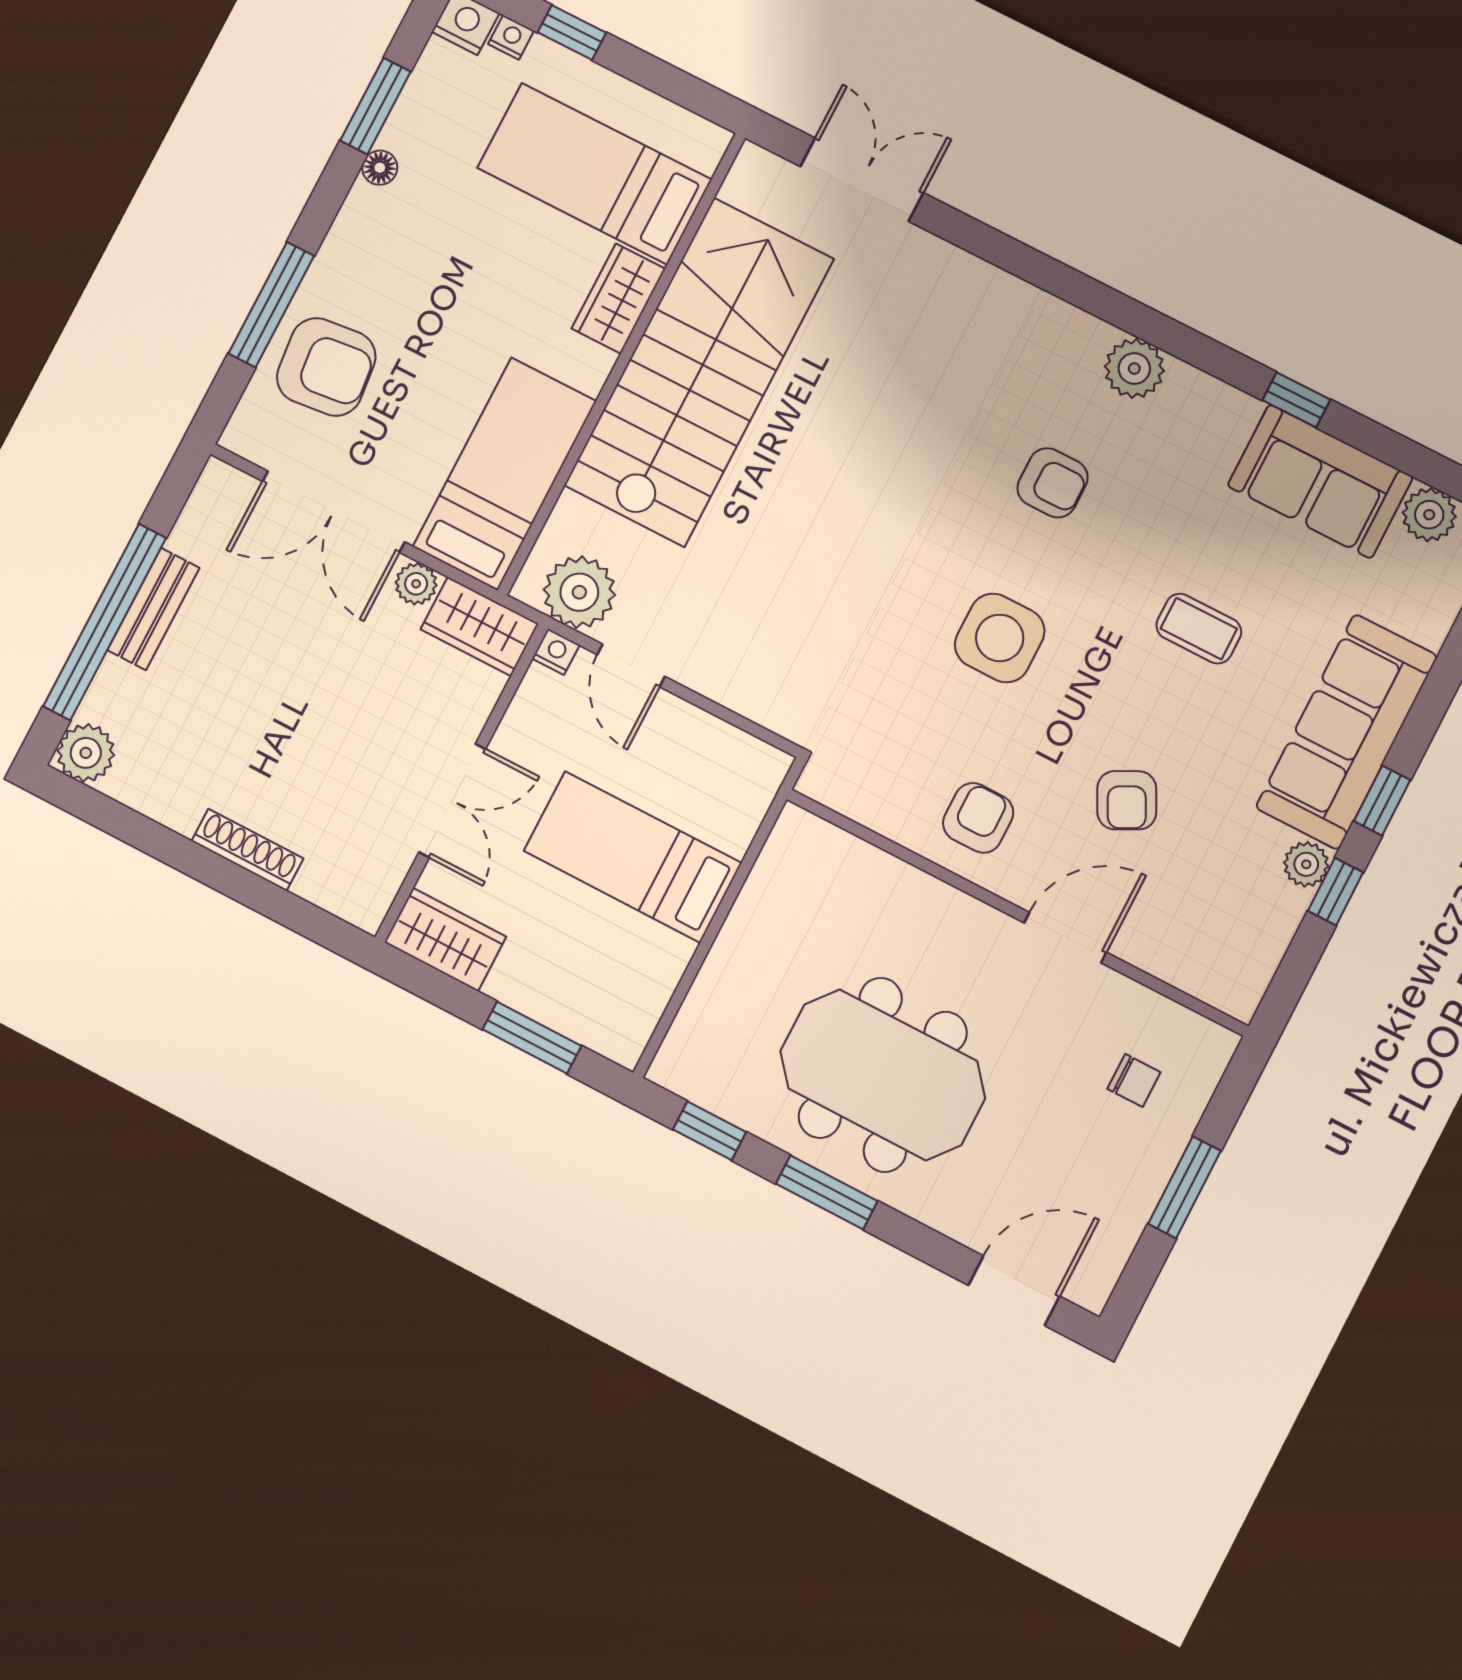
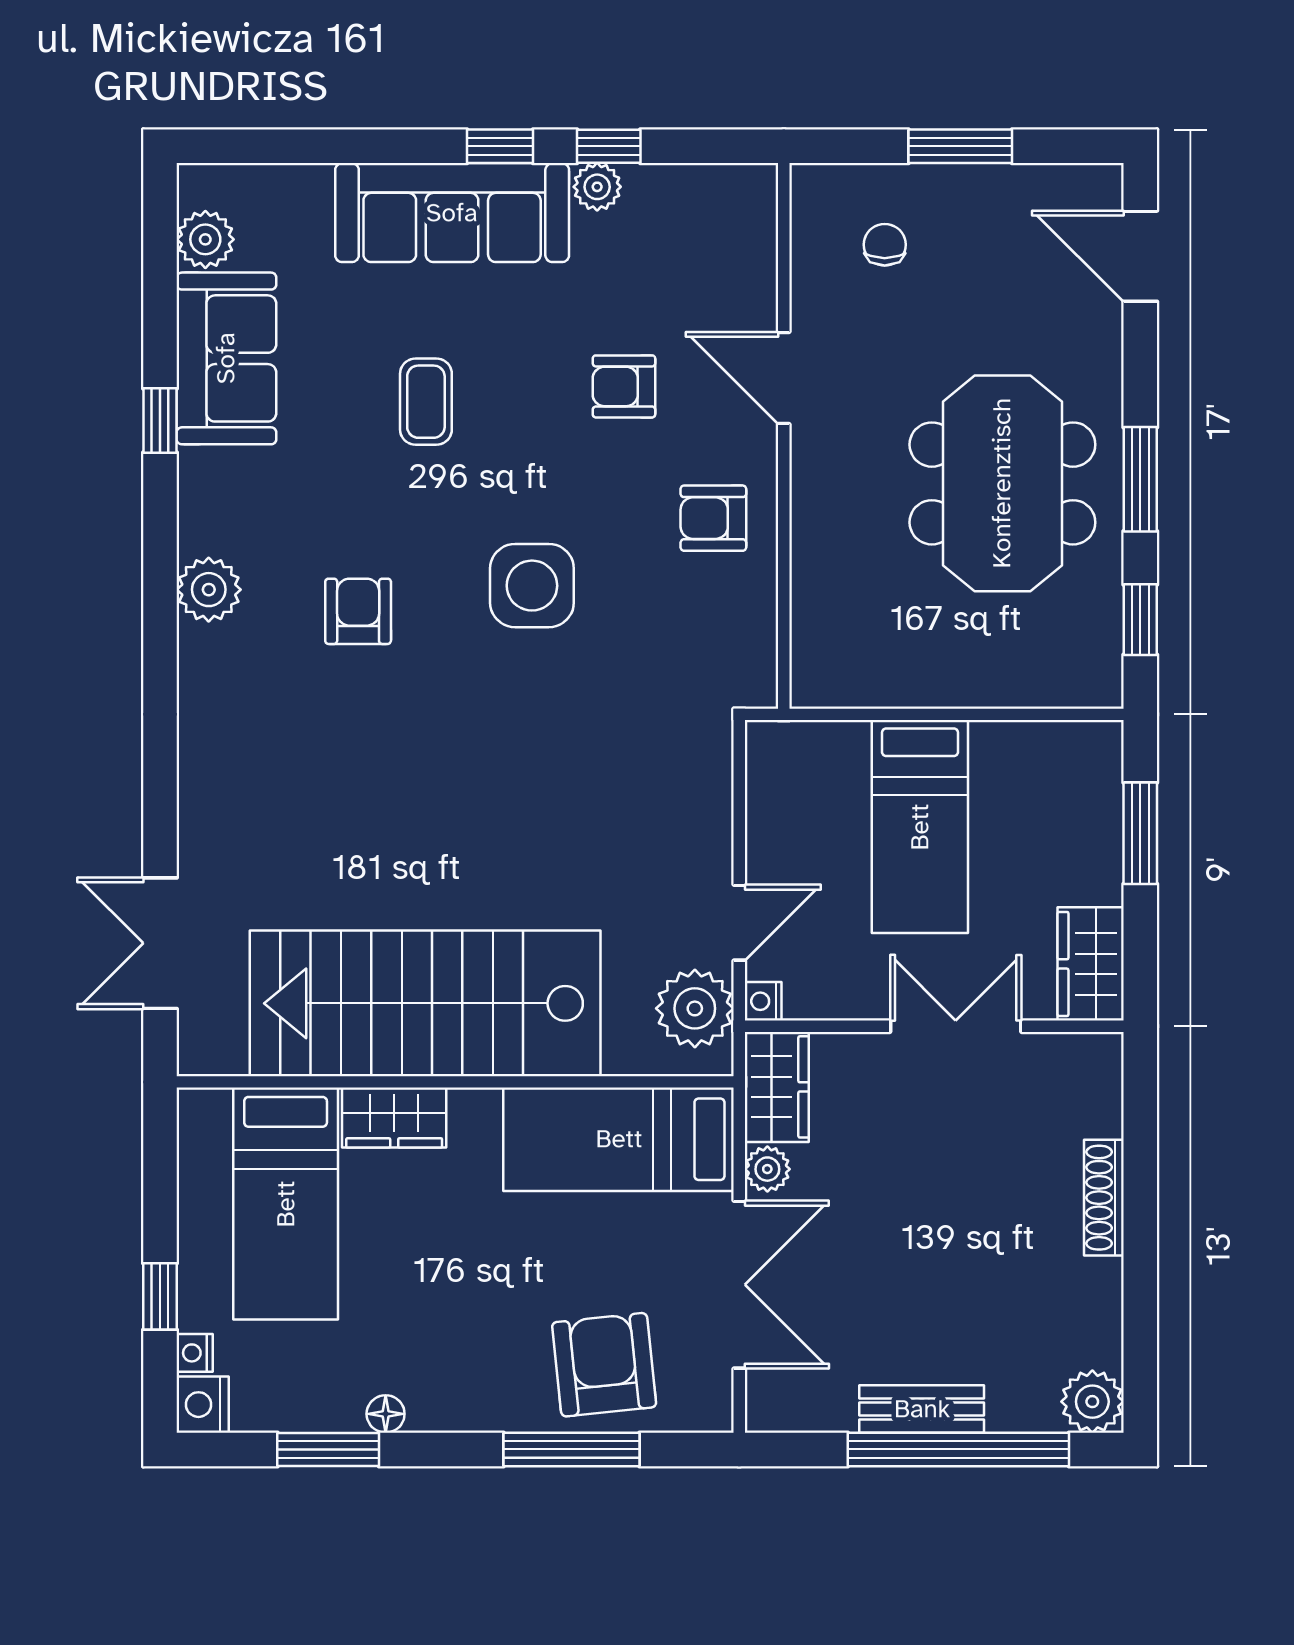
armchair: (1127, 800) -> (624, 386), turned -153

